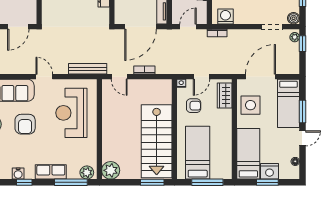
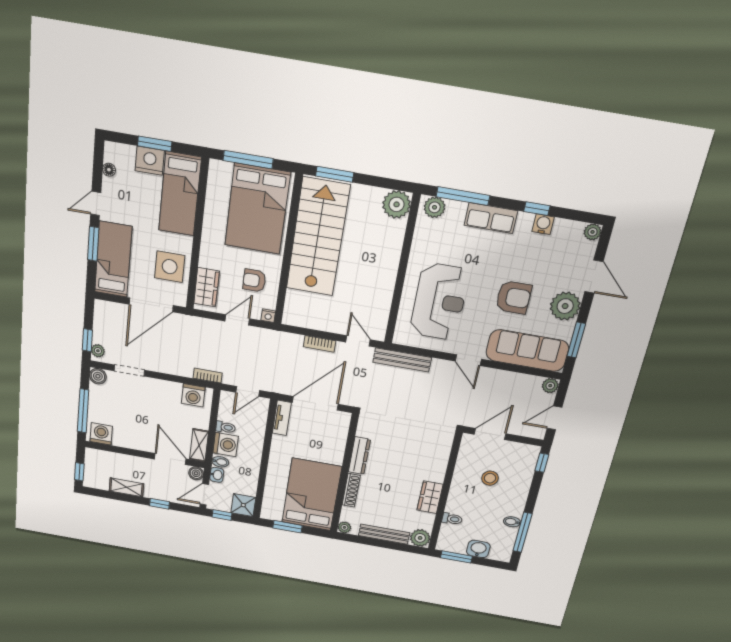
armchair: (25, 124) -> (514, 297), turned 90
bed: (198, 153) -> (257, 209), width x1.50

